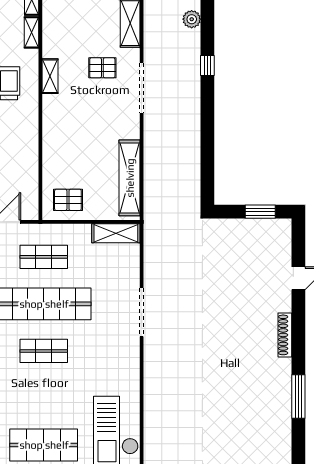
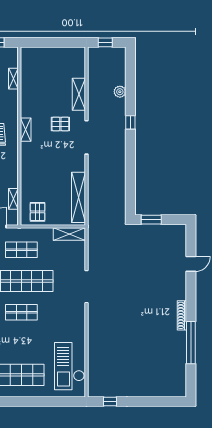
shelving: (32, 32) -> (13, 199), moved
pallet: (68, 200) -> (38, 212), turned 90
window: (260, 212) -> (151, 220), moved
shoe rack: (285, 335) -> (182, 315), moved
window: (298, 396) -> (191, 343), width x1.46

